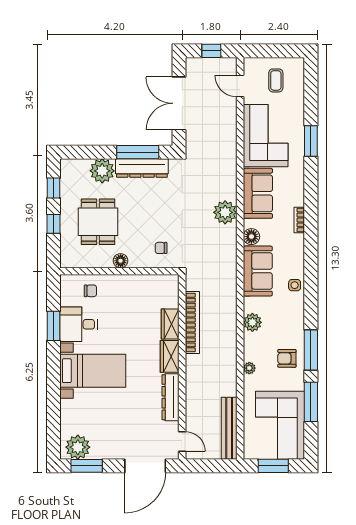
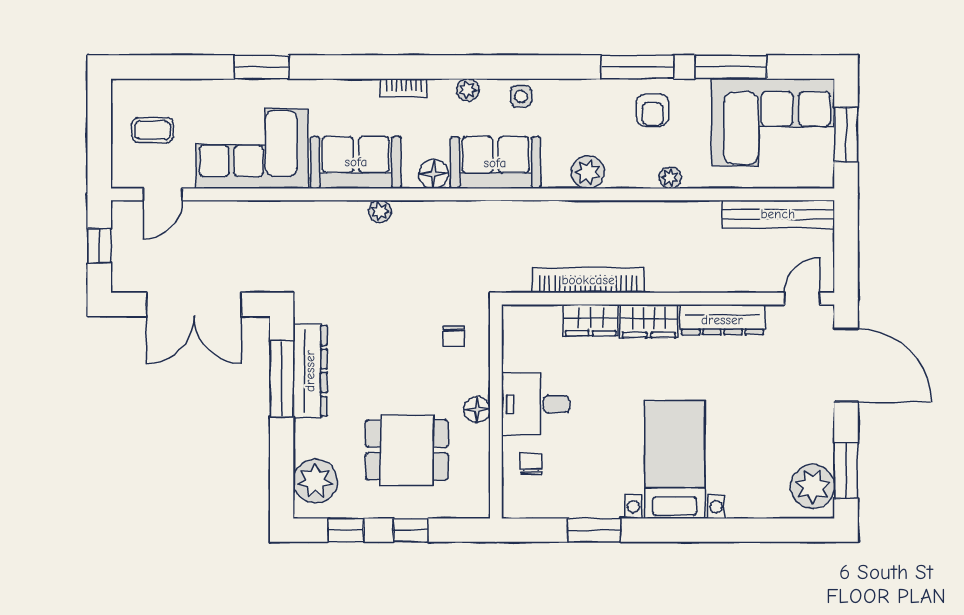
plant: (102, 171) -> (315, 481), moved
plant: (225, 212) -> (380, 211), width x0.53, depth x0.53
plant: (298, 256) -> (468, 90), added
desk: (79, 324) -> (535, 404), moved, turned 90

